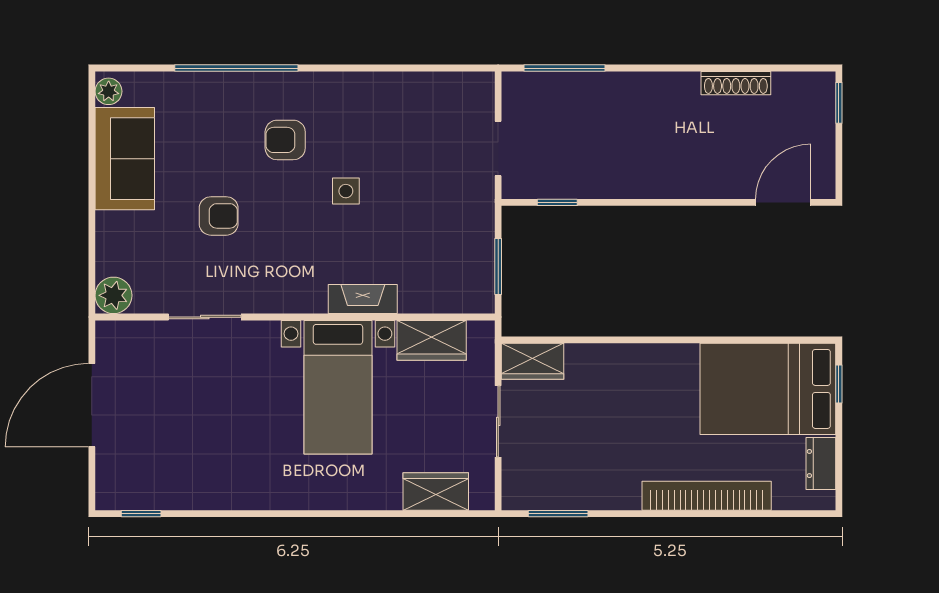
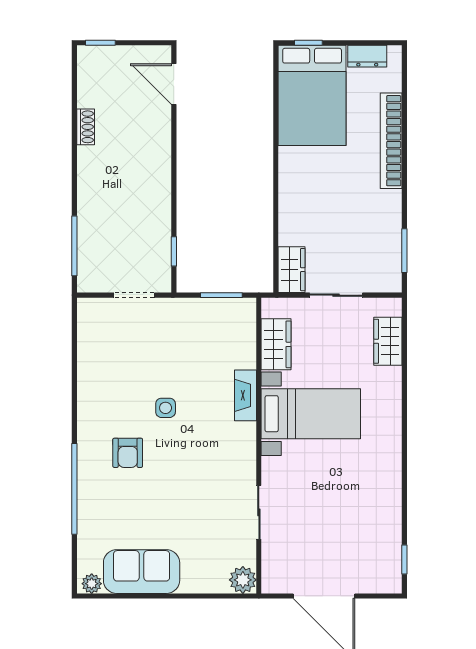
shoe rack: (736, 83) -> (86, 127), width x0.70
armchair: (219, 216) -> (184, 502), removed

